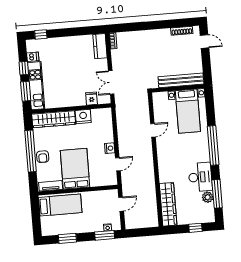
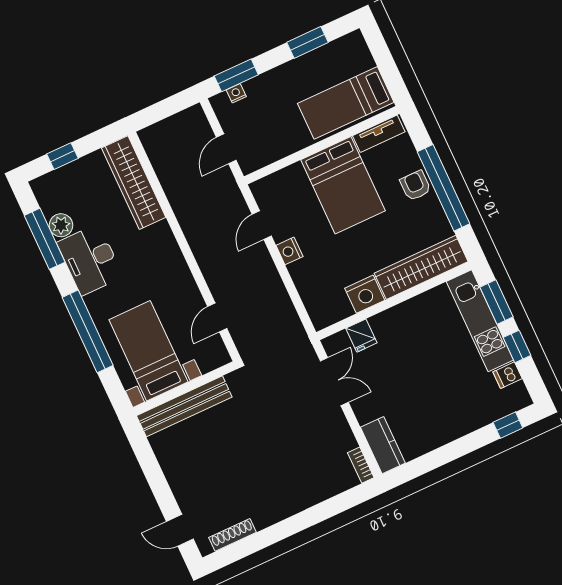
bench: (181, 80) -> (184, 406), moved
wall: (178, 88) -> (185, 388), moved
bed with nightstands: (188, 111) -> (148, 351), moved

